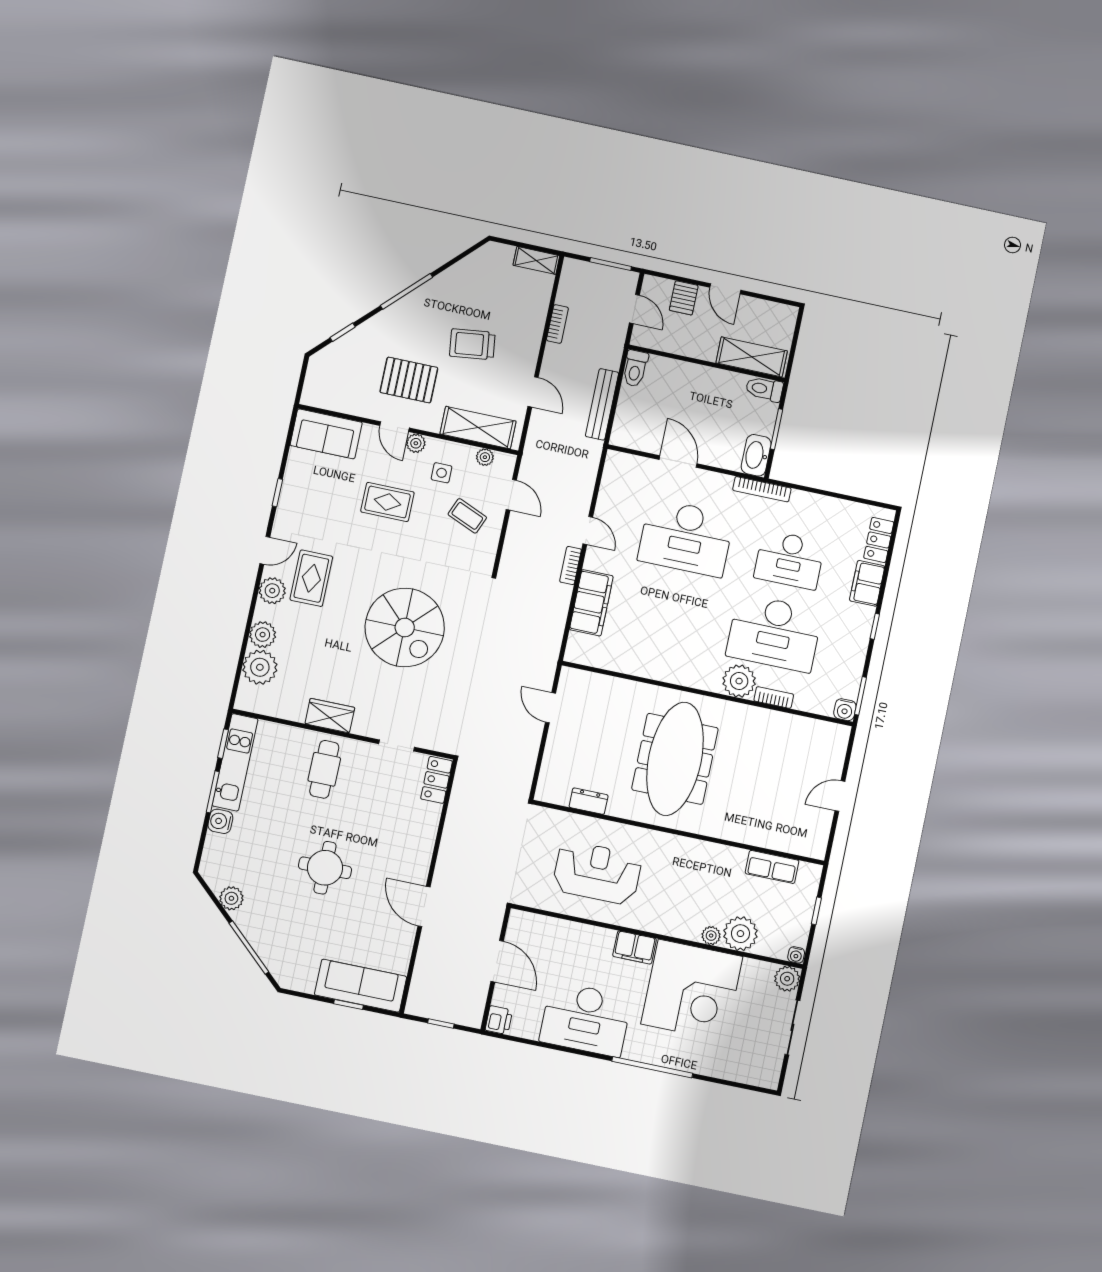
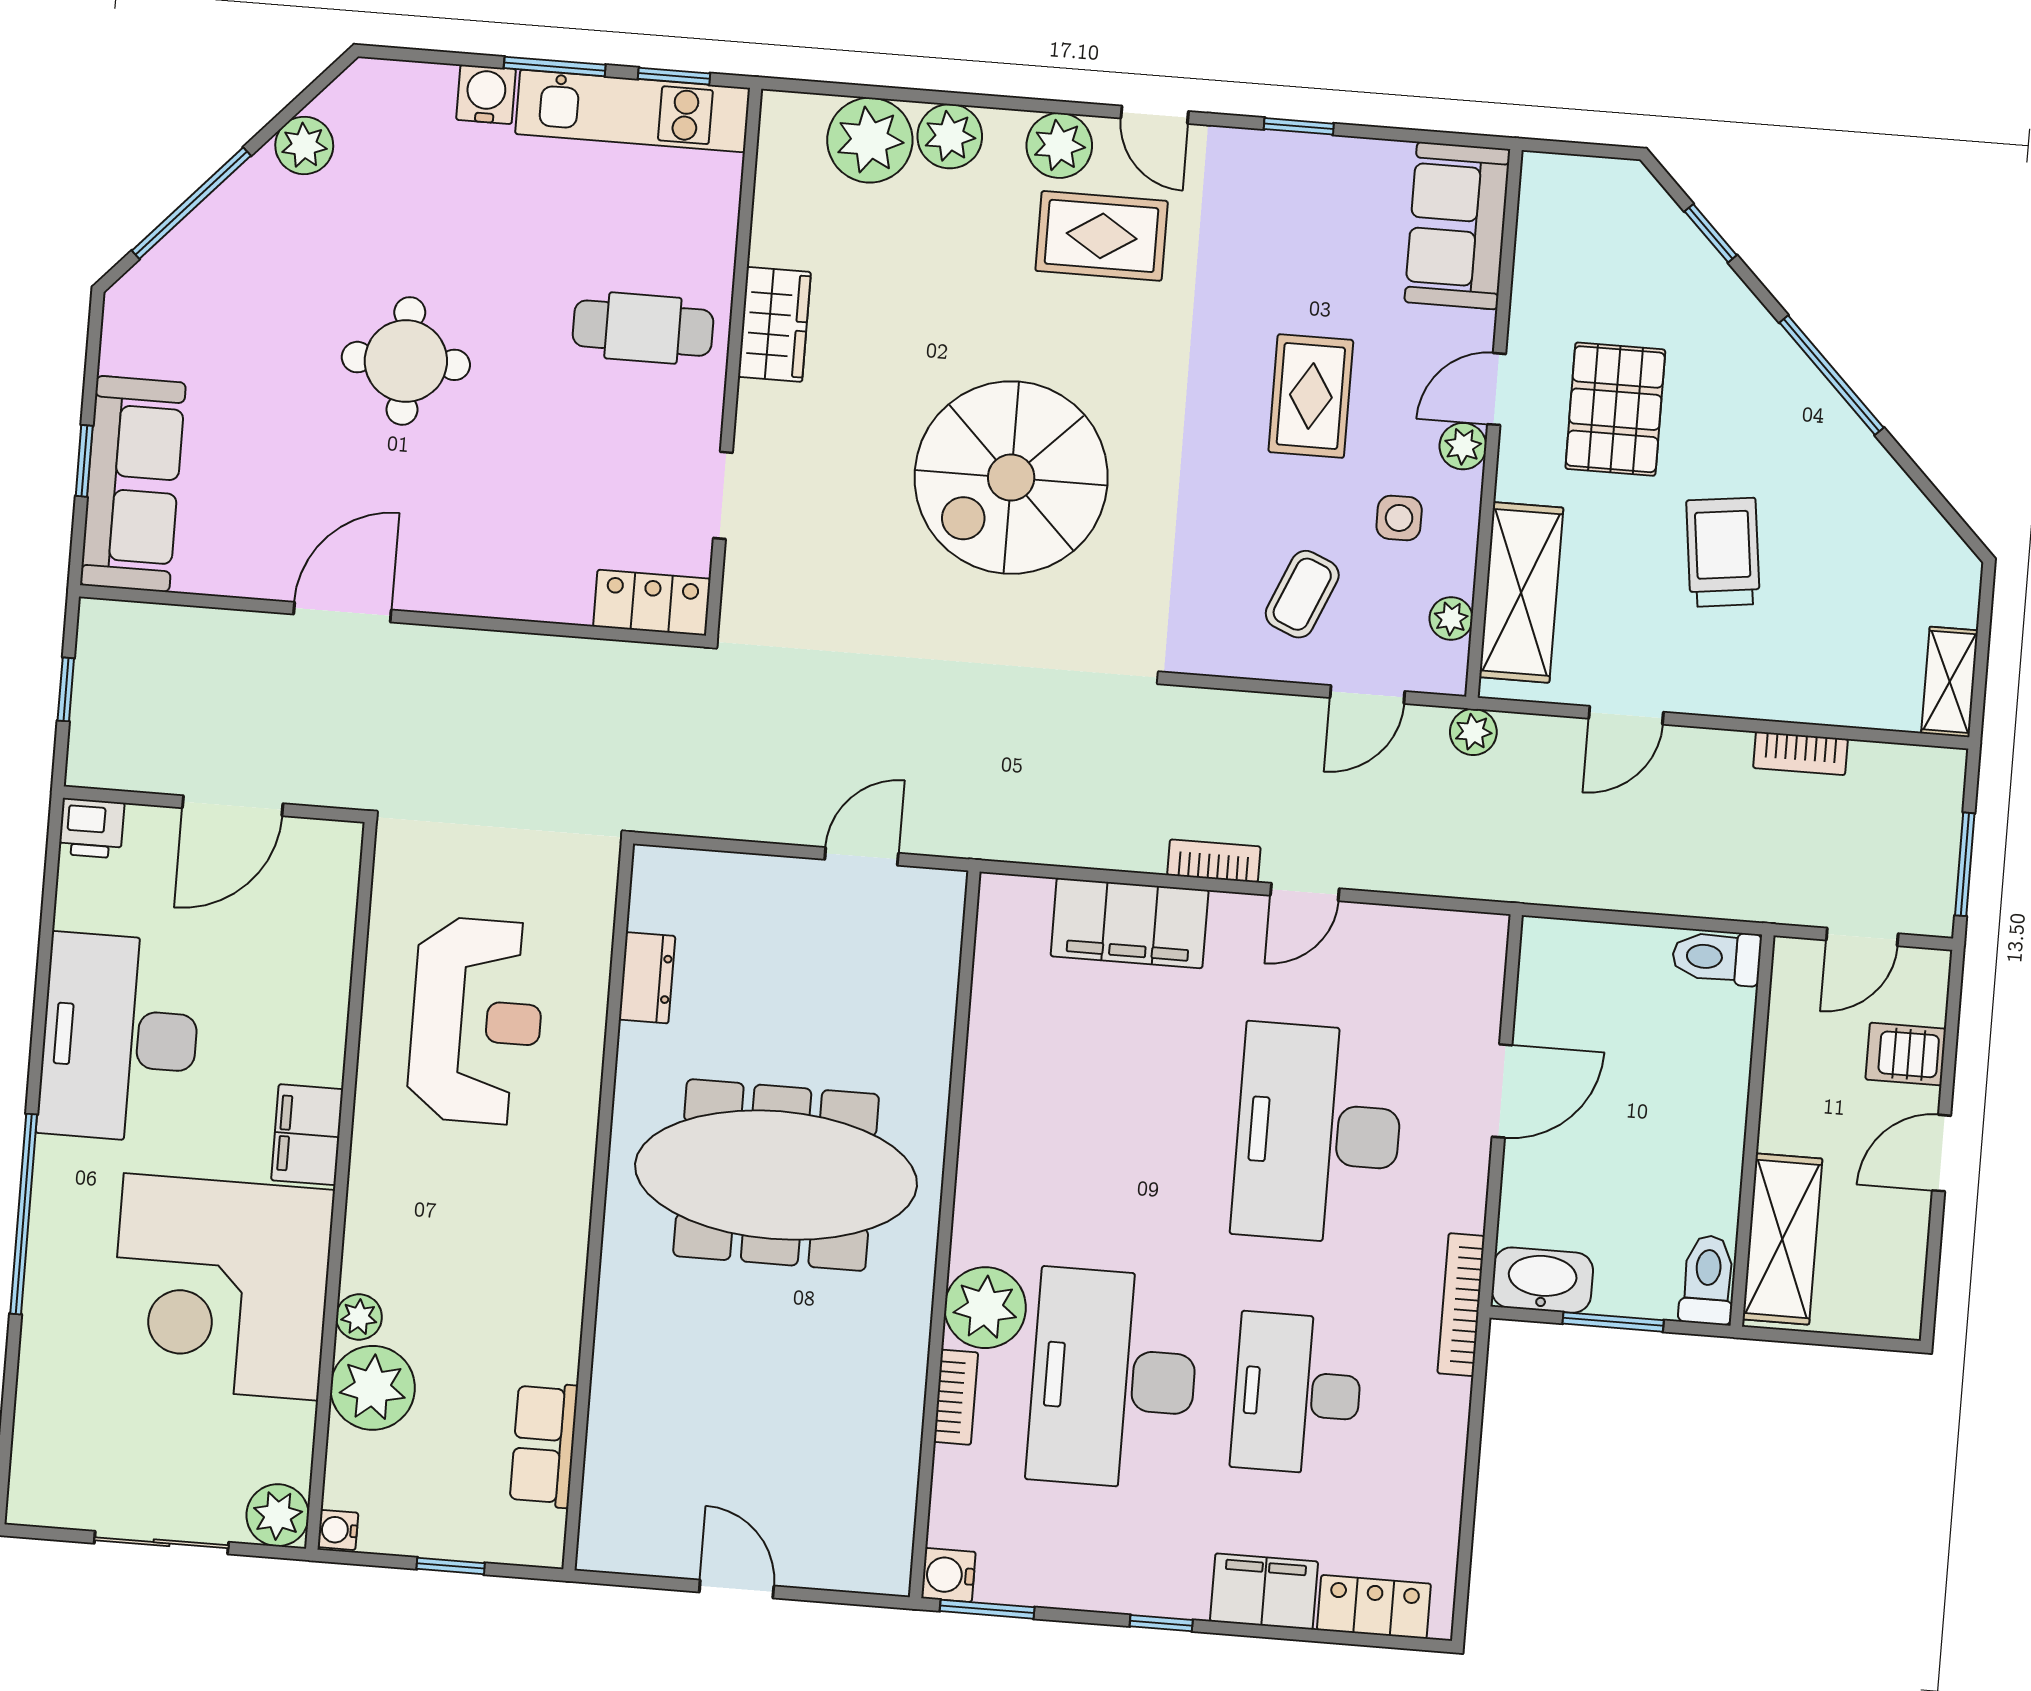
bench: (602, 404) -> (1618, 887), removed
plant: (532, 454) -> (1473, 732), added

